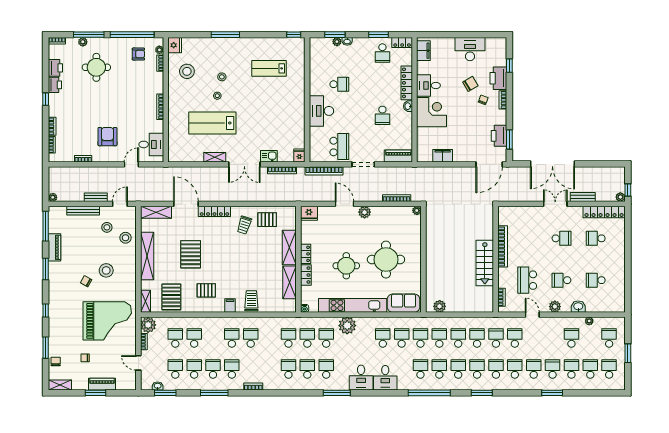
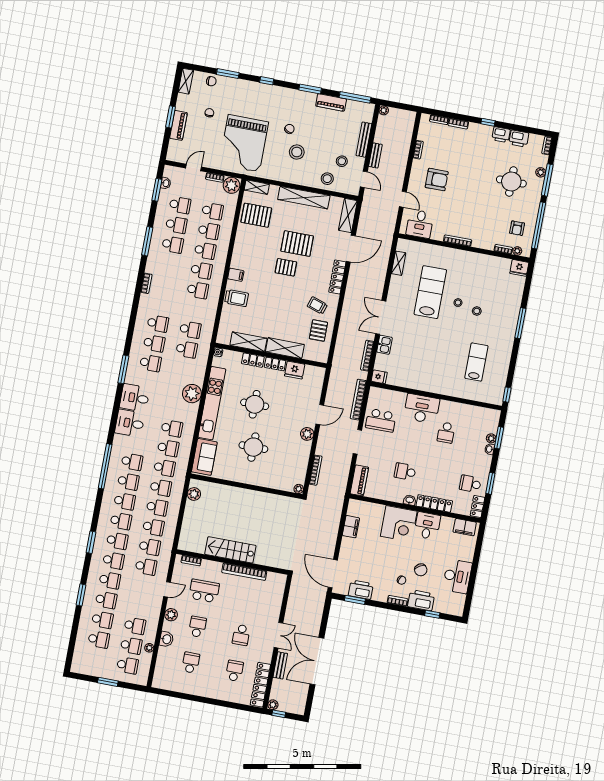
stool: (187, 71) -> (489, 276), removed
shelving: (215, 157) -> (399, 263), moved
double door: (552, 164) -> (317, 661), moved
fridge: (309, 213) -> (295, 370), moved, turned -90
round table: (386, 260) -> (253, 447), width x0.73, depth x0.73
pallet: (206, 290) -> (286, 267), moved, turned 90
school desk: (326, 338) -> (183, 369), removed
school desk: (232, 369) -> (205, 251), moved
school desk: (609, 369) -> (131, 646), moved
window: (482, 393) -> (91, 542), moved

